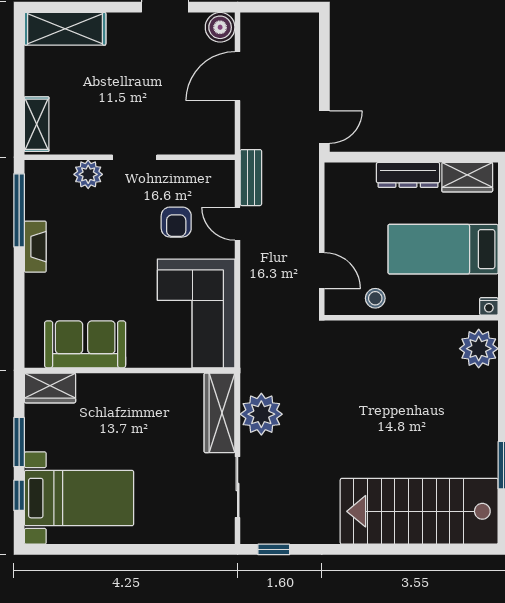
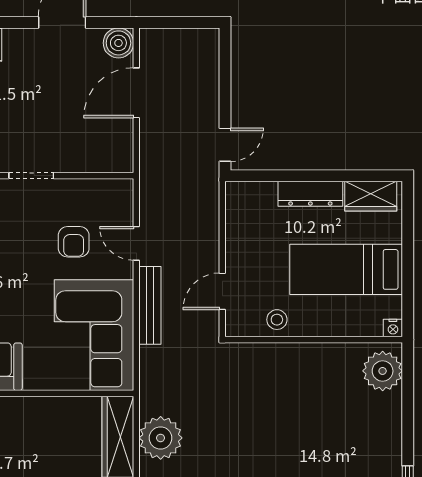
bench: (251, 178) -> (150, 305), moved, width x1.36
door: (322, 271) -> (222, 291), swing flipped

